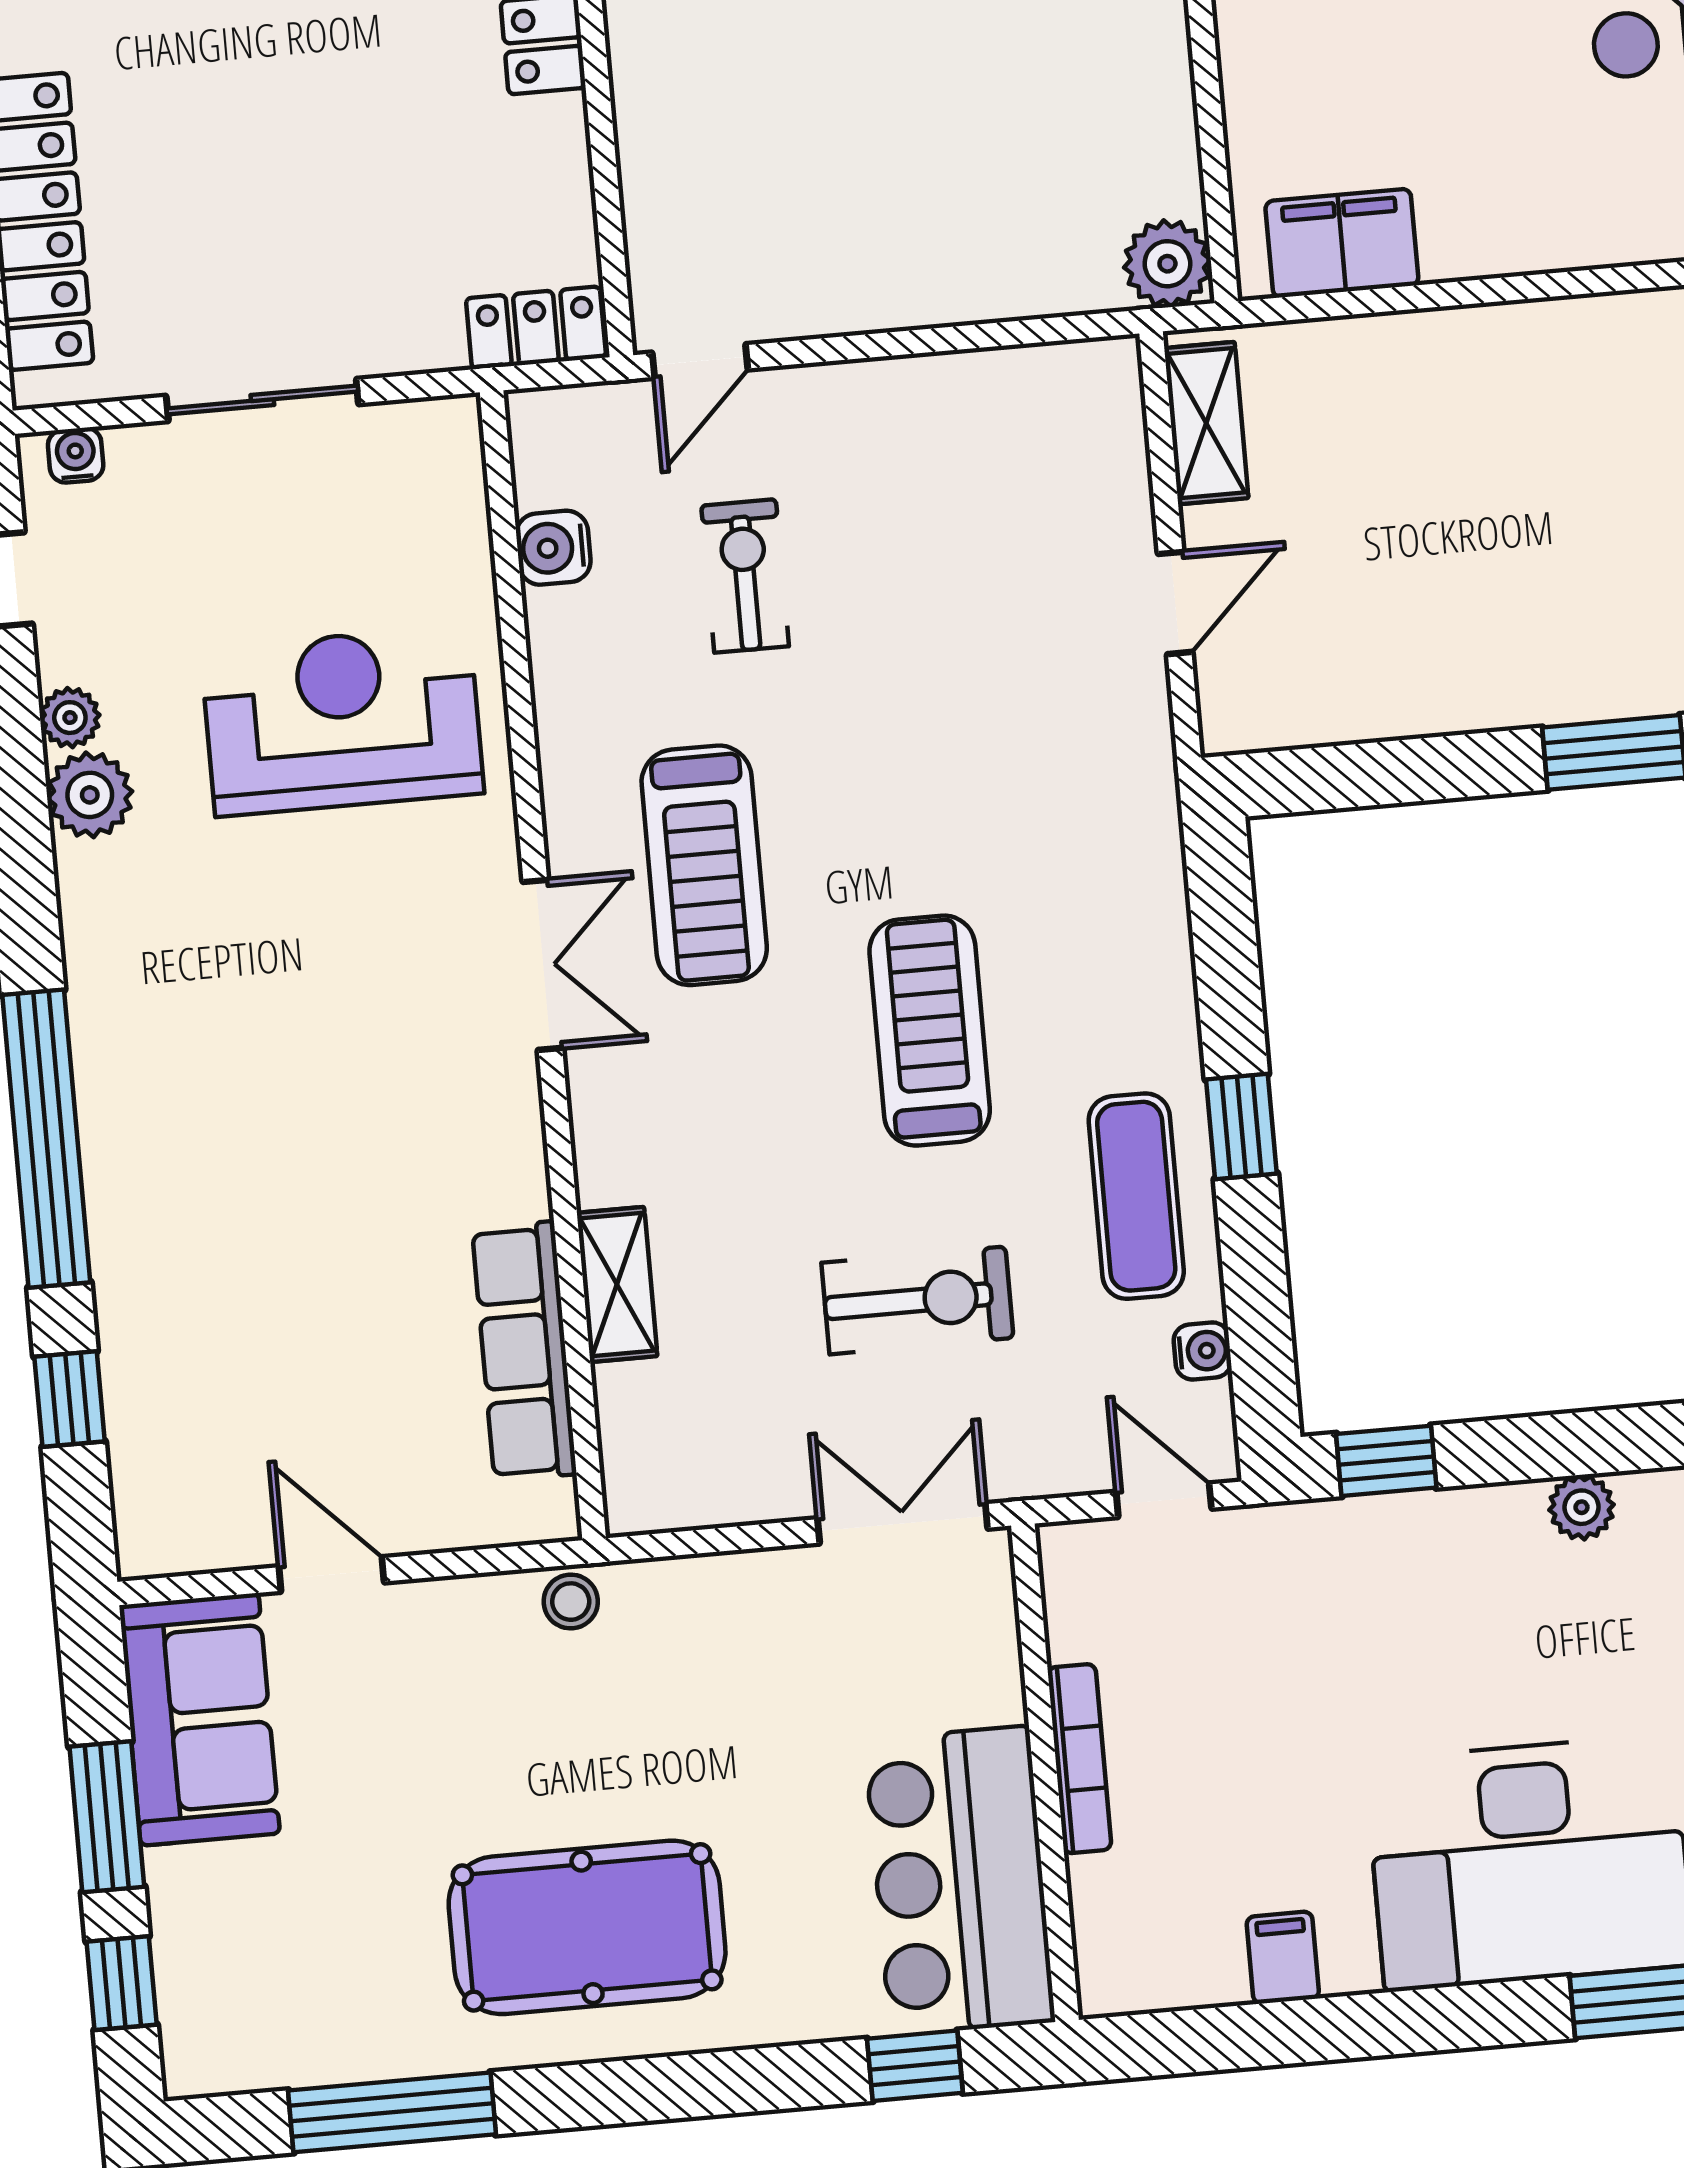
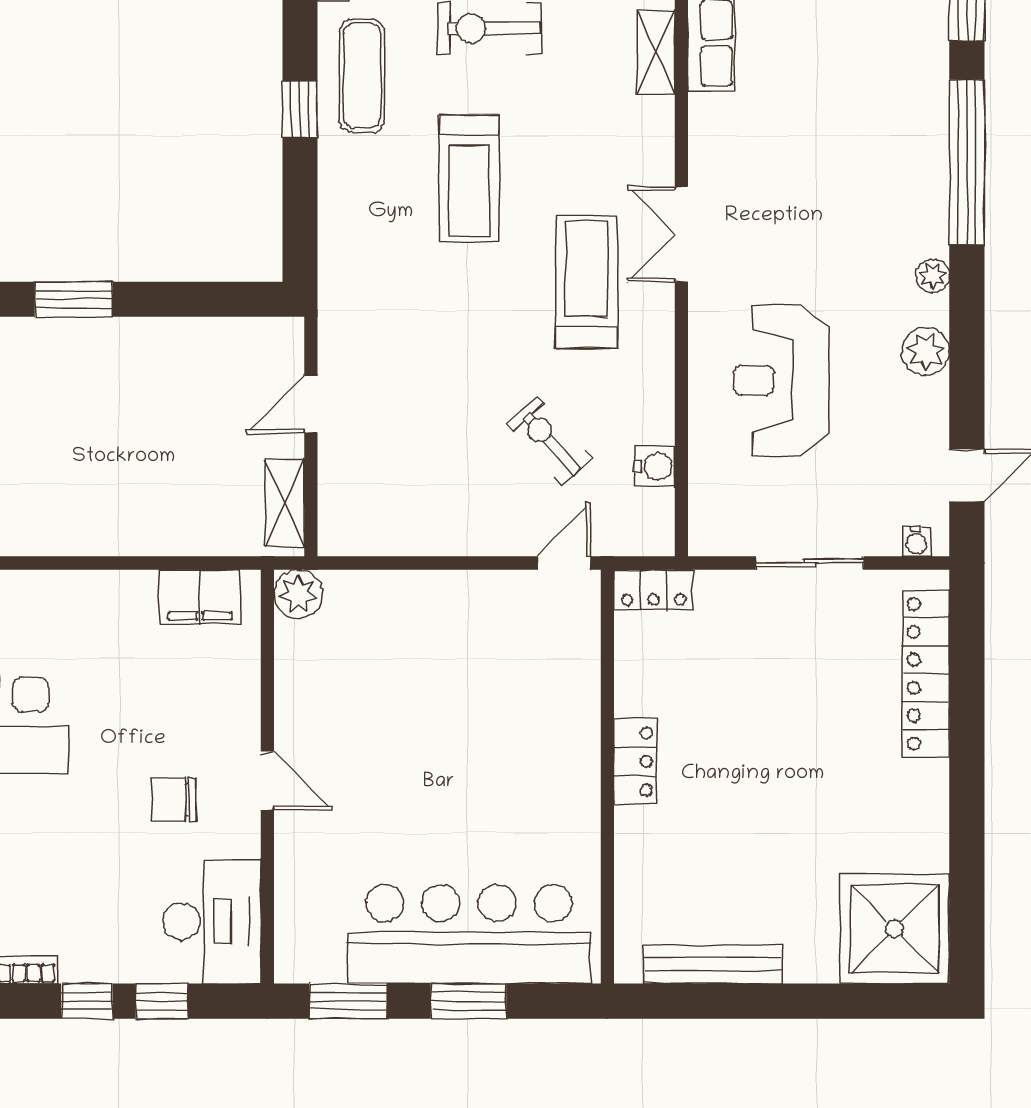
exercise bike: (745, 576) -> (549, 441), turned 138
plant: (70, 718) -> (933, 276), moved
reception desk: (342, 721) -> (781, 380), turned 90

